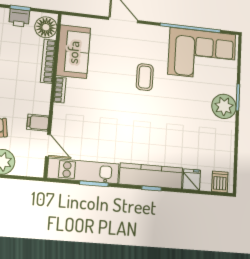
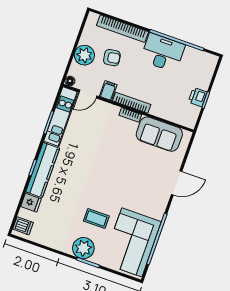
floor lamp: (46, 27) -> (70, 81), moved, width x0.53, depth x0.53
bookcase: (48, 61) -> (132, 103), moved
coffee table: (145, 77) -> (96, 219), moved

